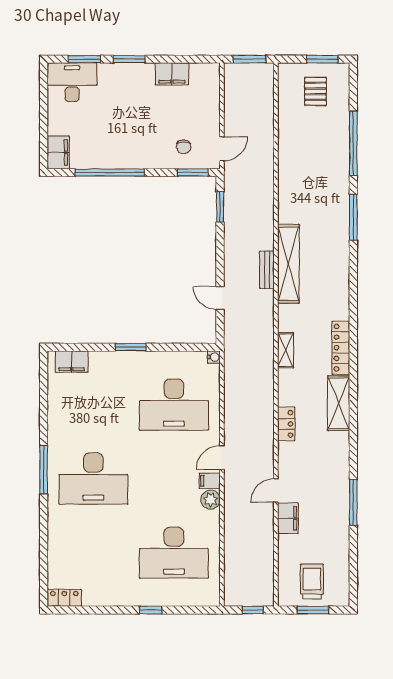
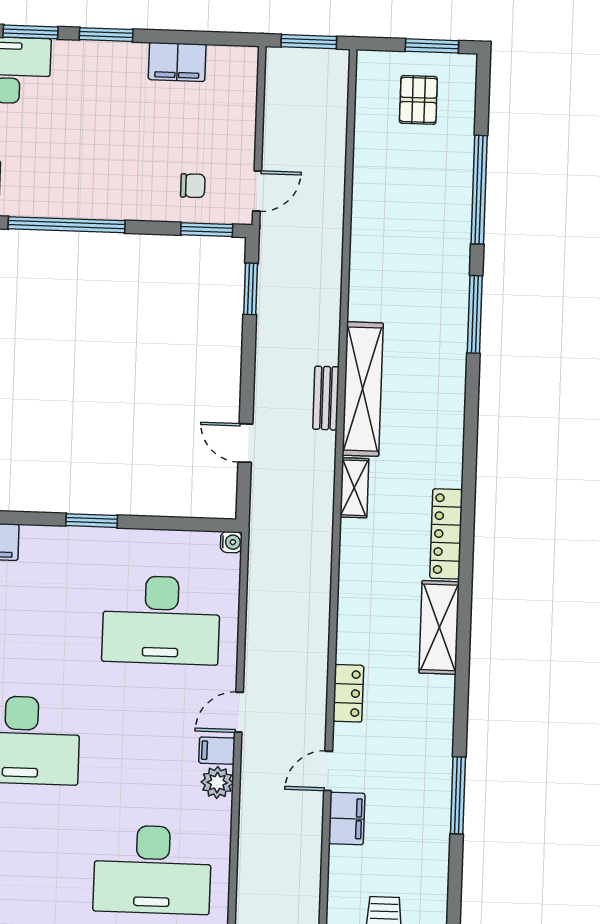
chair: (184, 147) -> (193, 186), turned -90
shelving: (286, 350) -> (354, 488), moved
locker: (286, 424) -> (348, 693), moved

